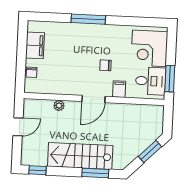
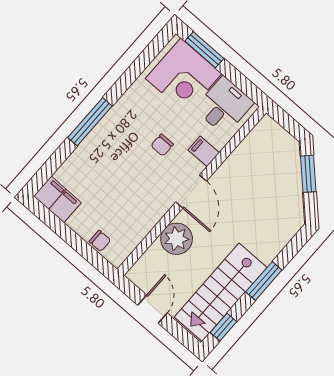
filing cabinet: (35, 45) -> (57, 199), moved
window: (170, 79) -> (204, 50), moved
plant: (59, 106) -> (177, 239), width x1.88, depth x1.88
stairs: (80, 156) -> (221, 292), moved
window: (95, 173) -> (264, 281), moved

